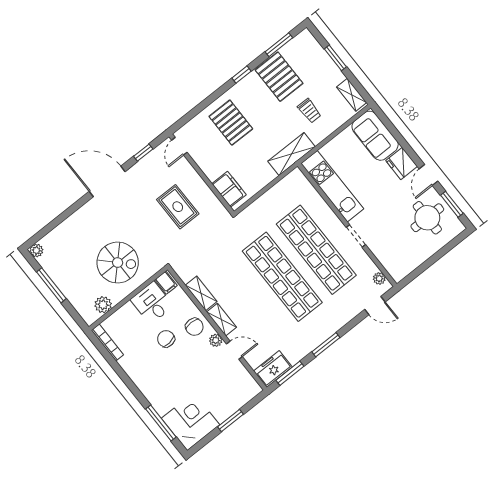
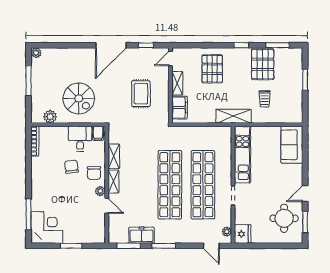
shelving: (352, 95) -> (177, 83), moved
fridge: (402, 163) -> (243, 234), moved, turned 180
door: (107, 181) -> (111, 45), swing flipped
freezer: (273, 369) -> (141, 235), moved

